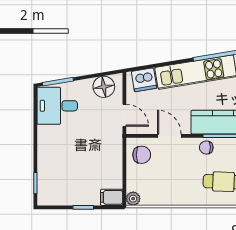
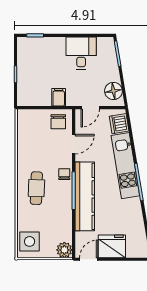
desk: (57, 106) -> (81, 53), moved
filing cabinet: (112, 197) -> (59, 97), moved
plant: (133, 199) -> (23, 115), removed

